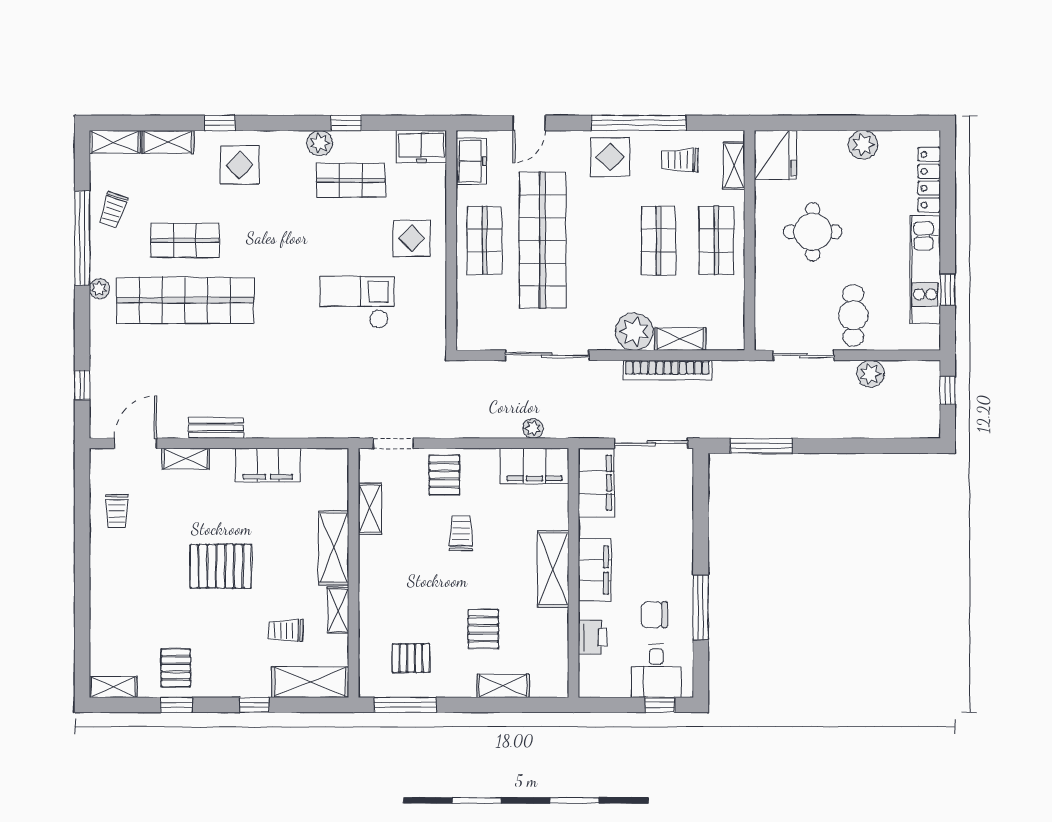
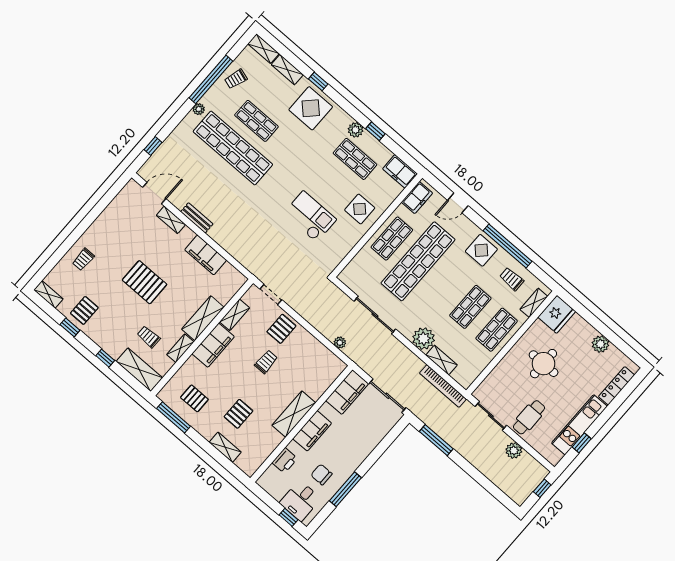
display table: (240, 165) -> (311, 108), width x1.36, depth x1.36
bookcase: (667, 370) -> (443, 386), moved
filing cabinet: (534, 466) -> (213, 345), moved, turned -90
trolley: (117, 511) -> (83, 259), moved

